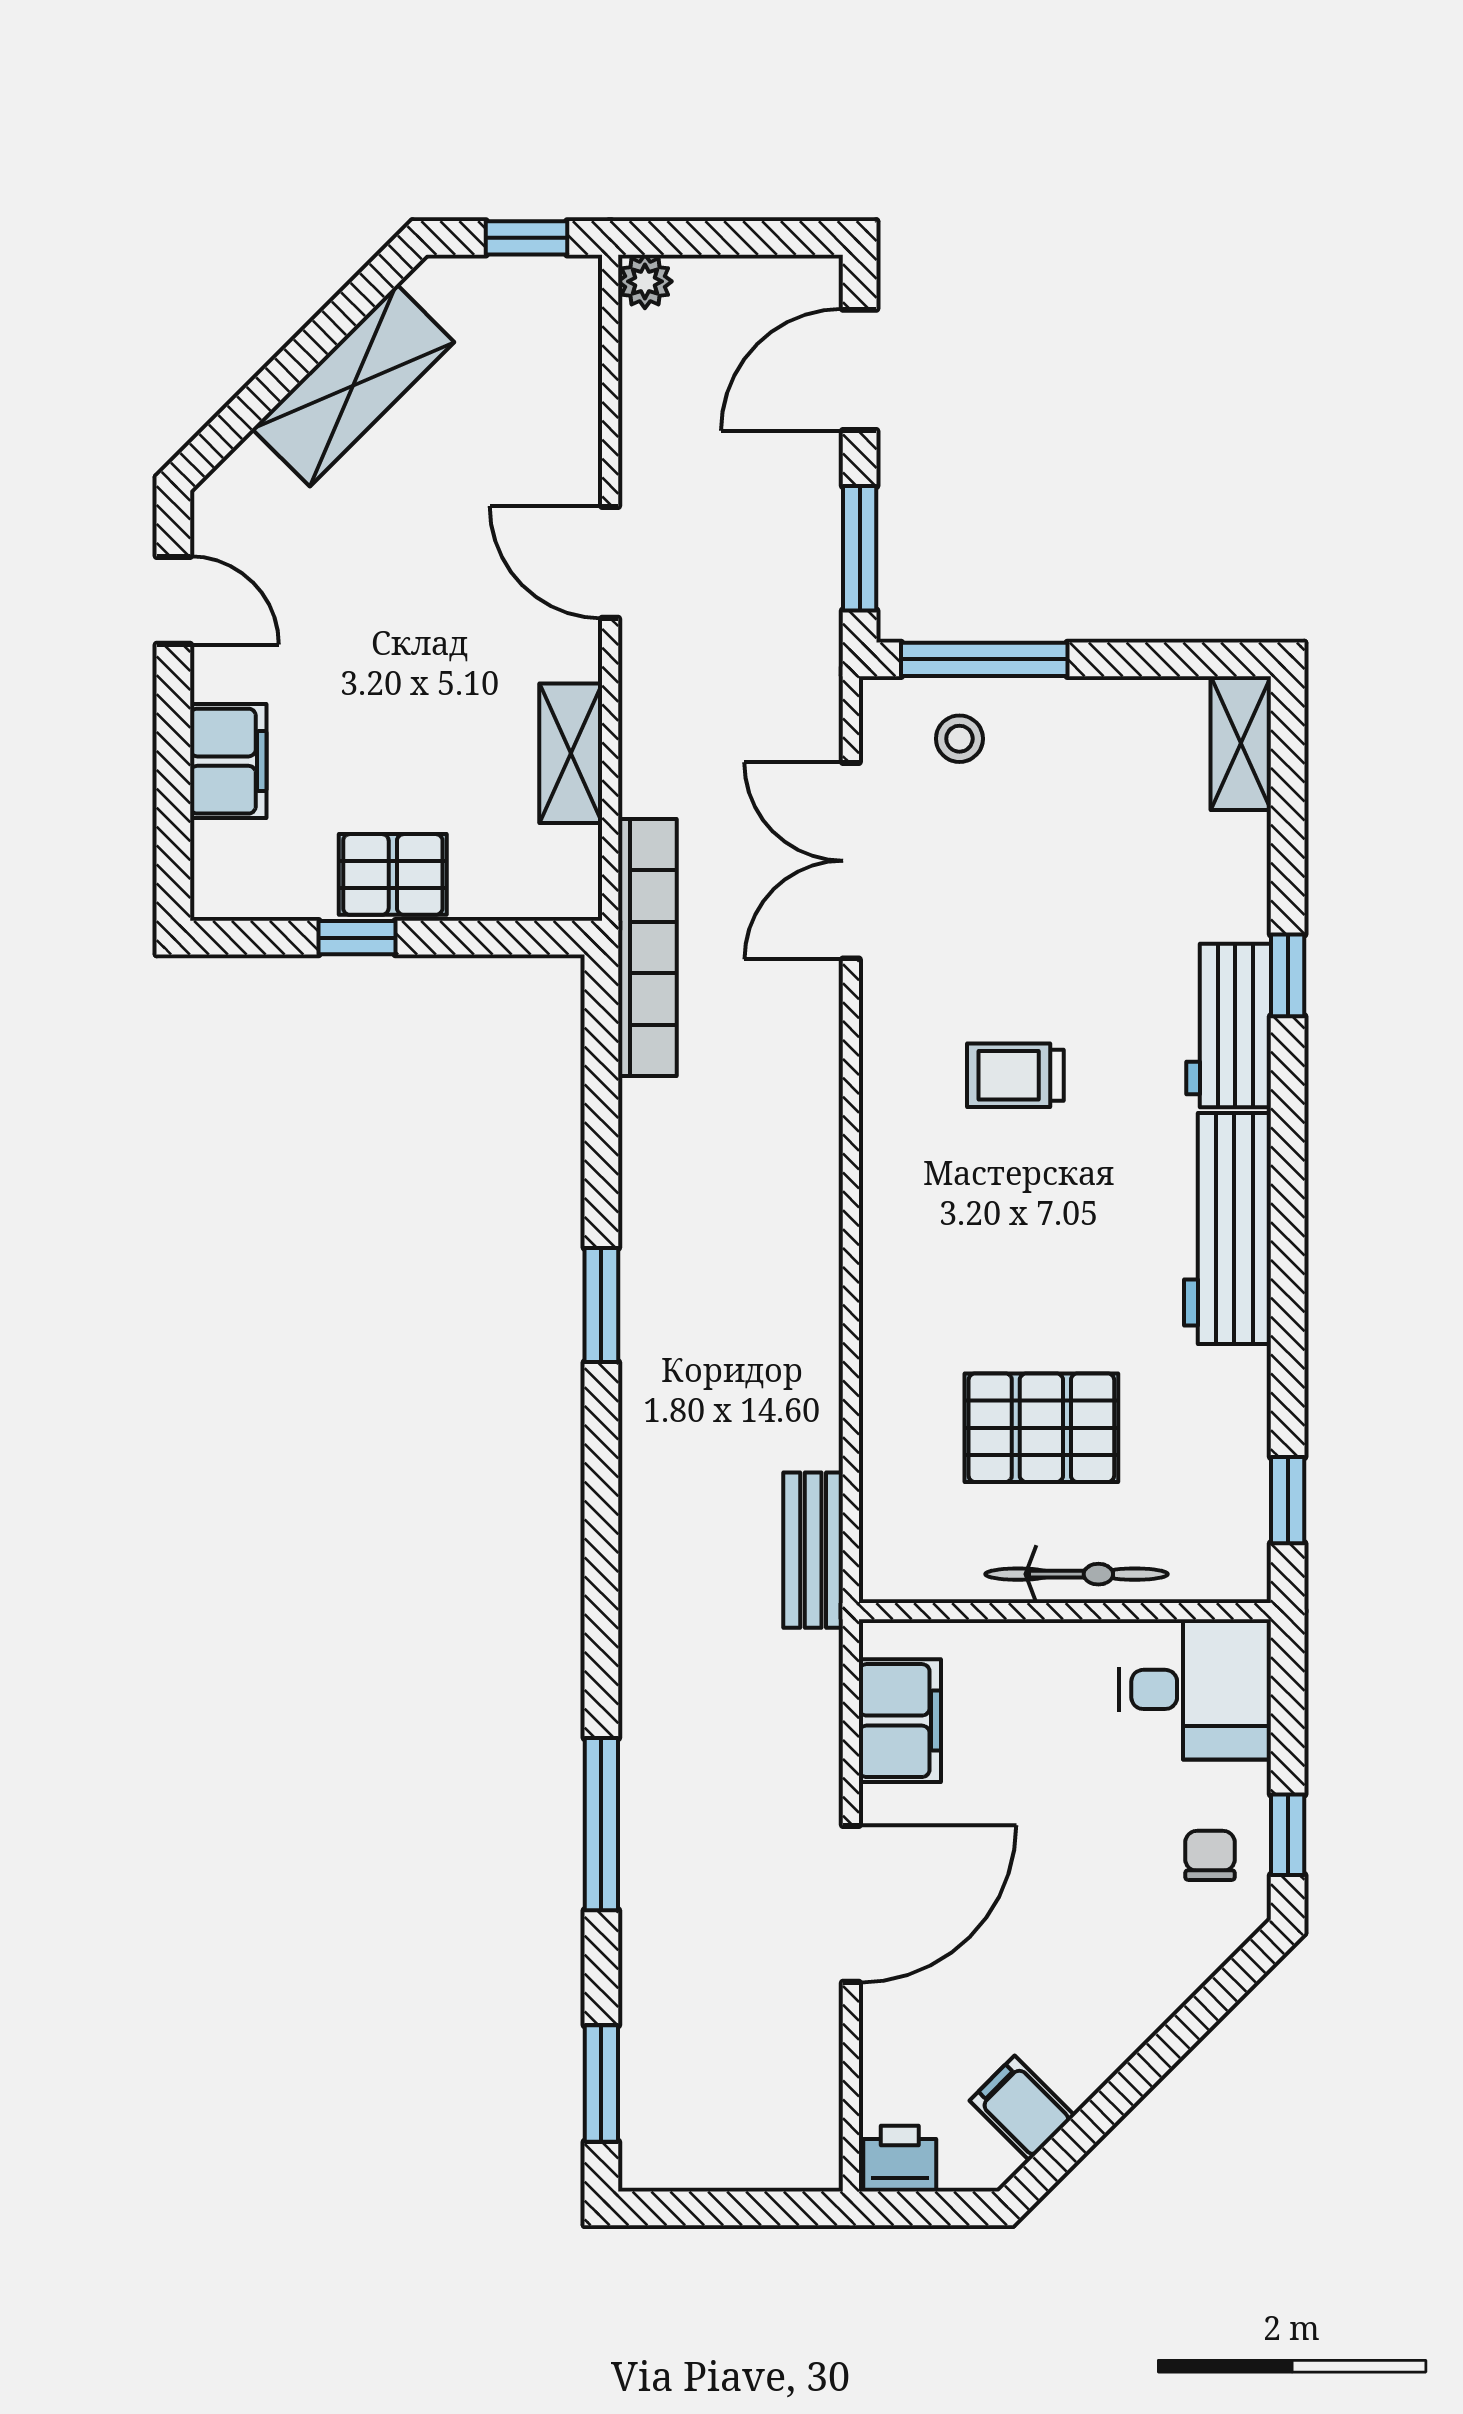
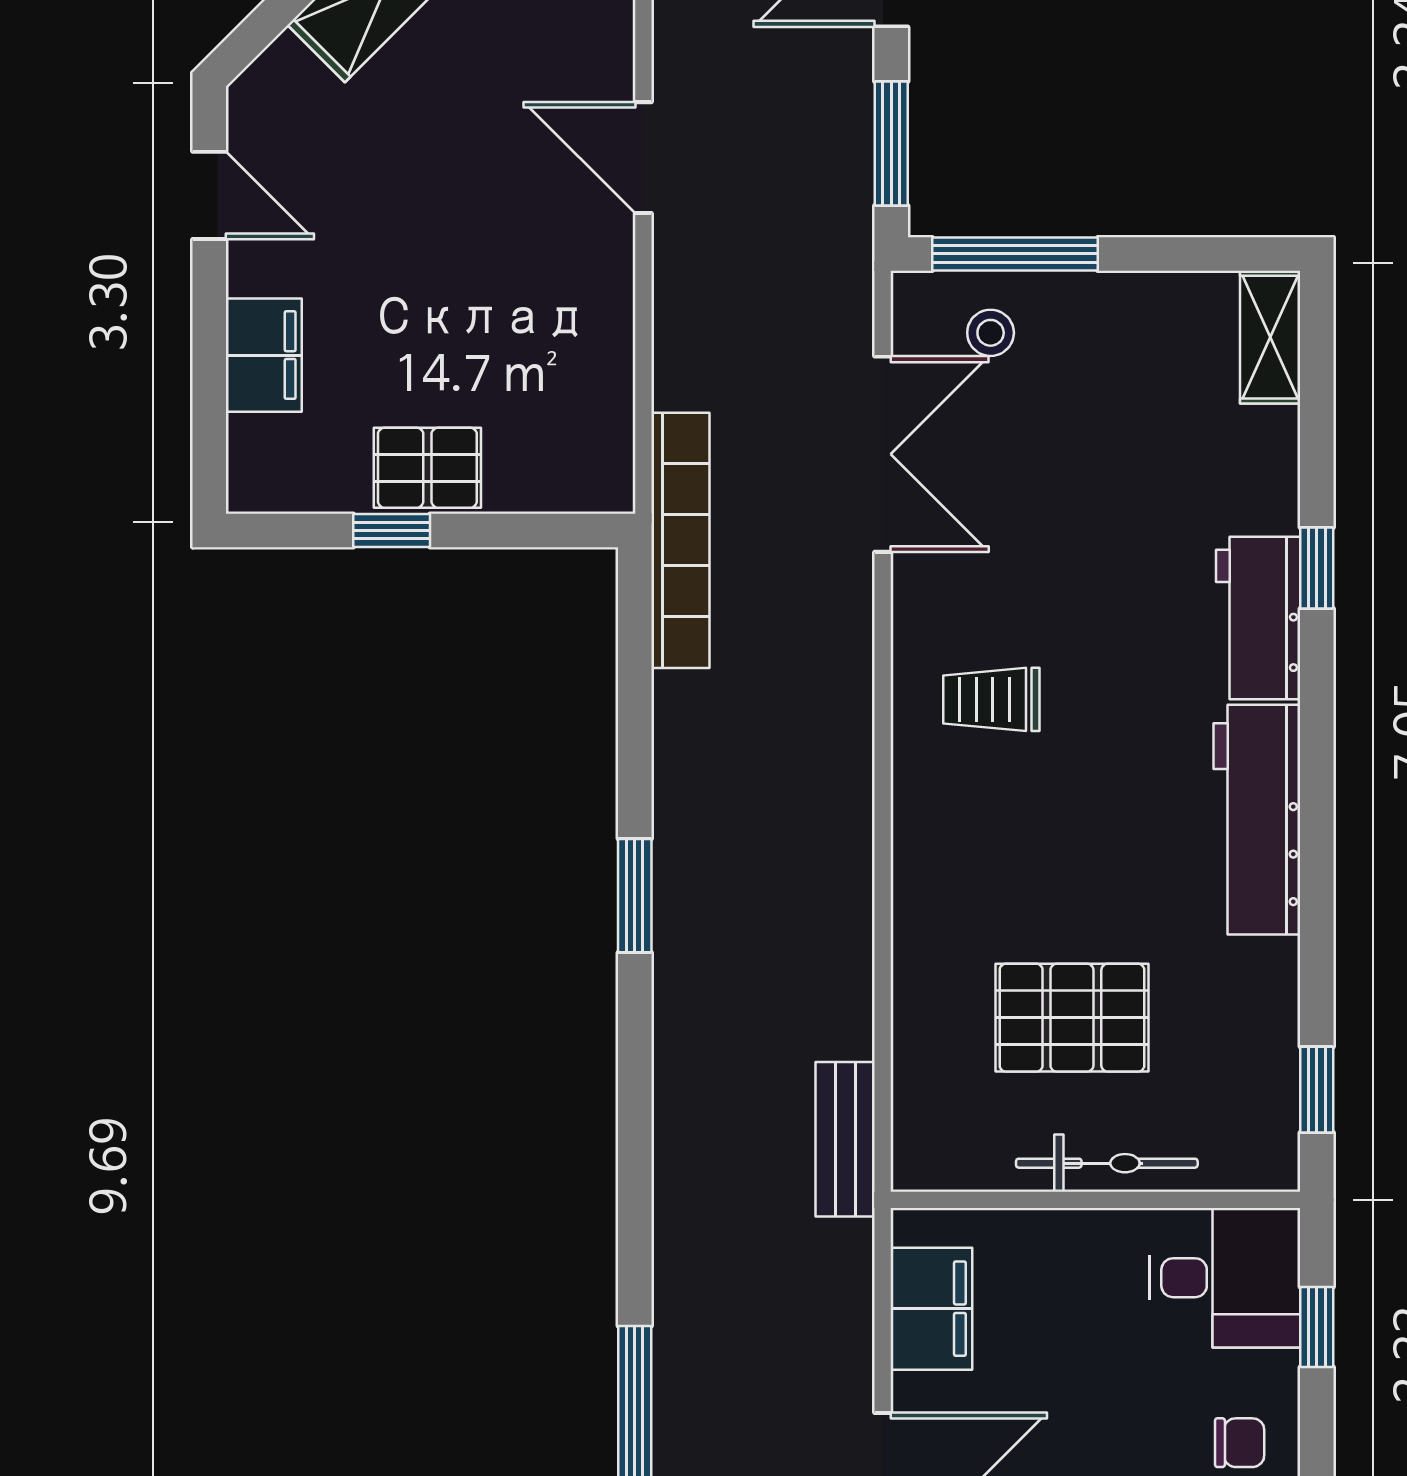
shelving: (571, 753) -> (604, 347), removed
double door: (851, 861) -> (883, 454), swing flipped
trolley: (1015, 1075) -> (991, 699), moved
window: (1288, 1835) -> (1317, 1327), moved
chair: (1210, 1855) -> (1240, 1443), turned 90

